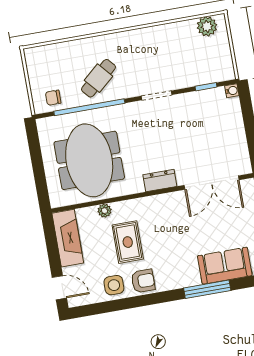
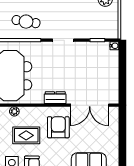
cafe table: (99, 78) -> (26, 22), turned 50
armchair: (172, 222) -> (58, 127), added
rug: (128, 242) -> (26, 135), turned 90

